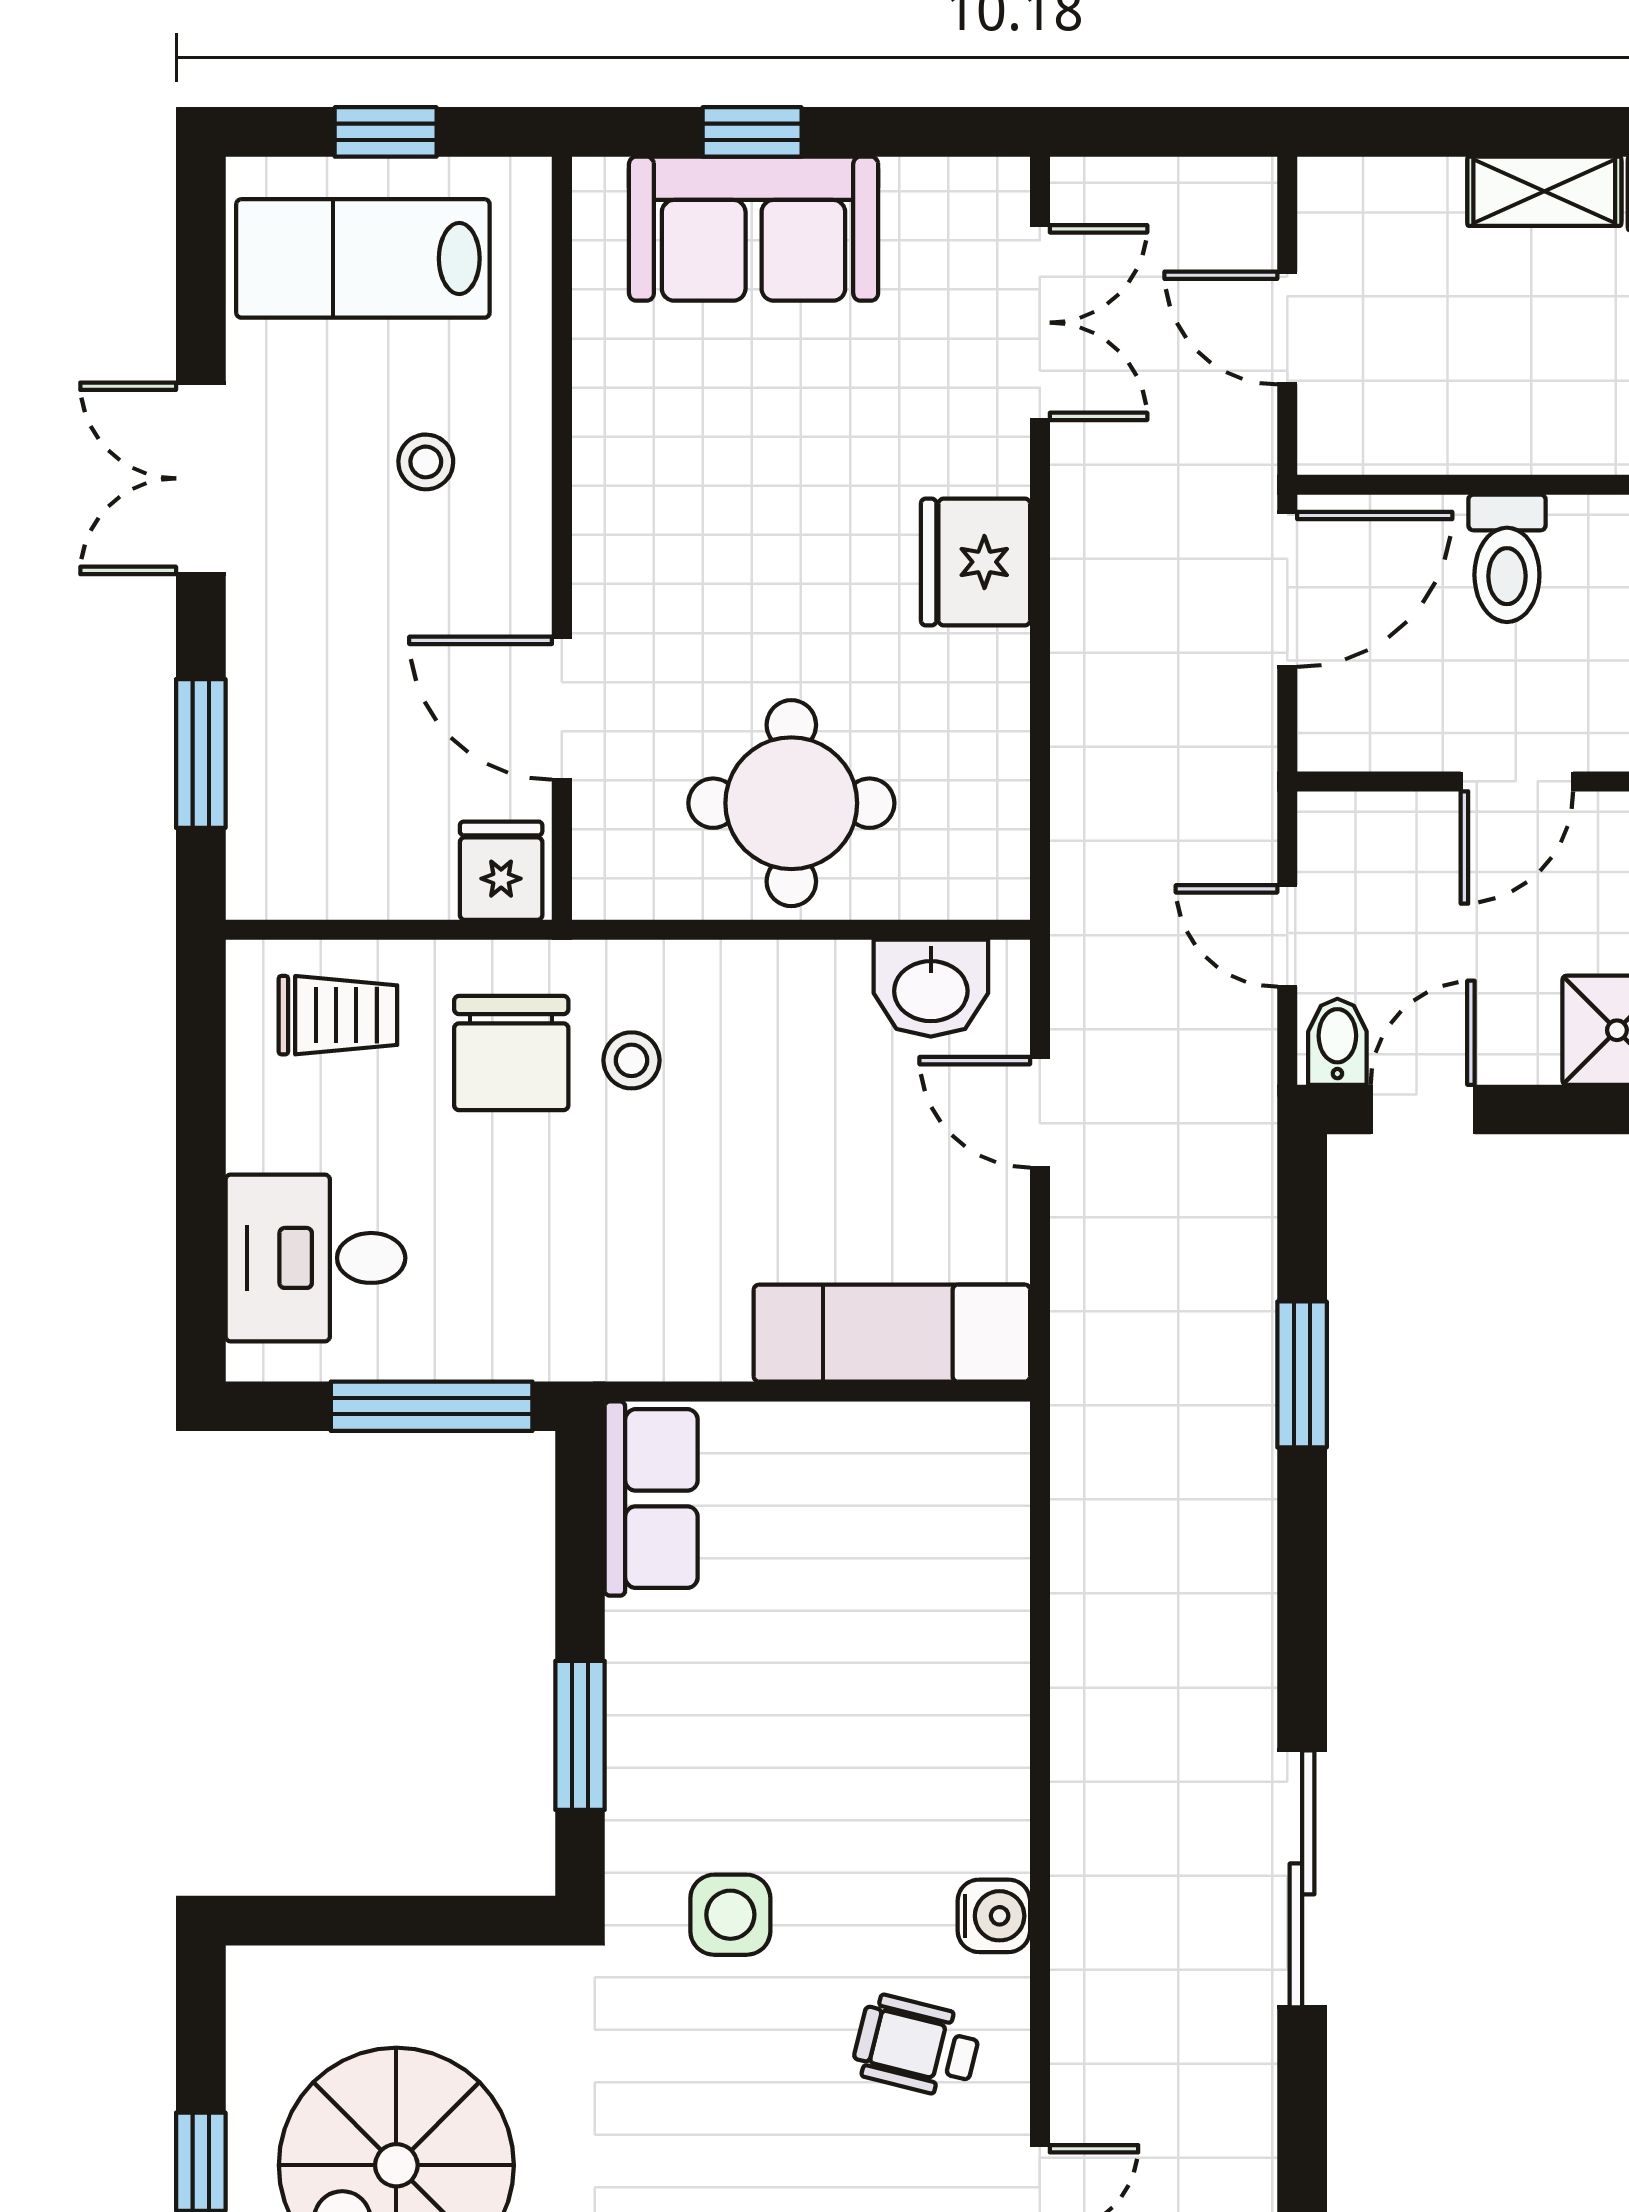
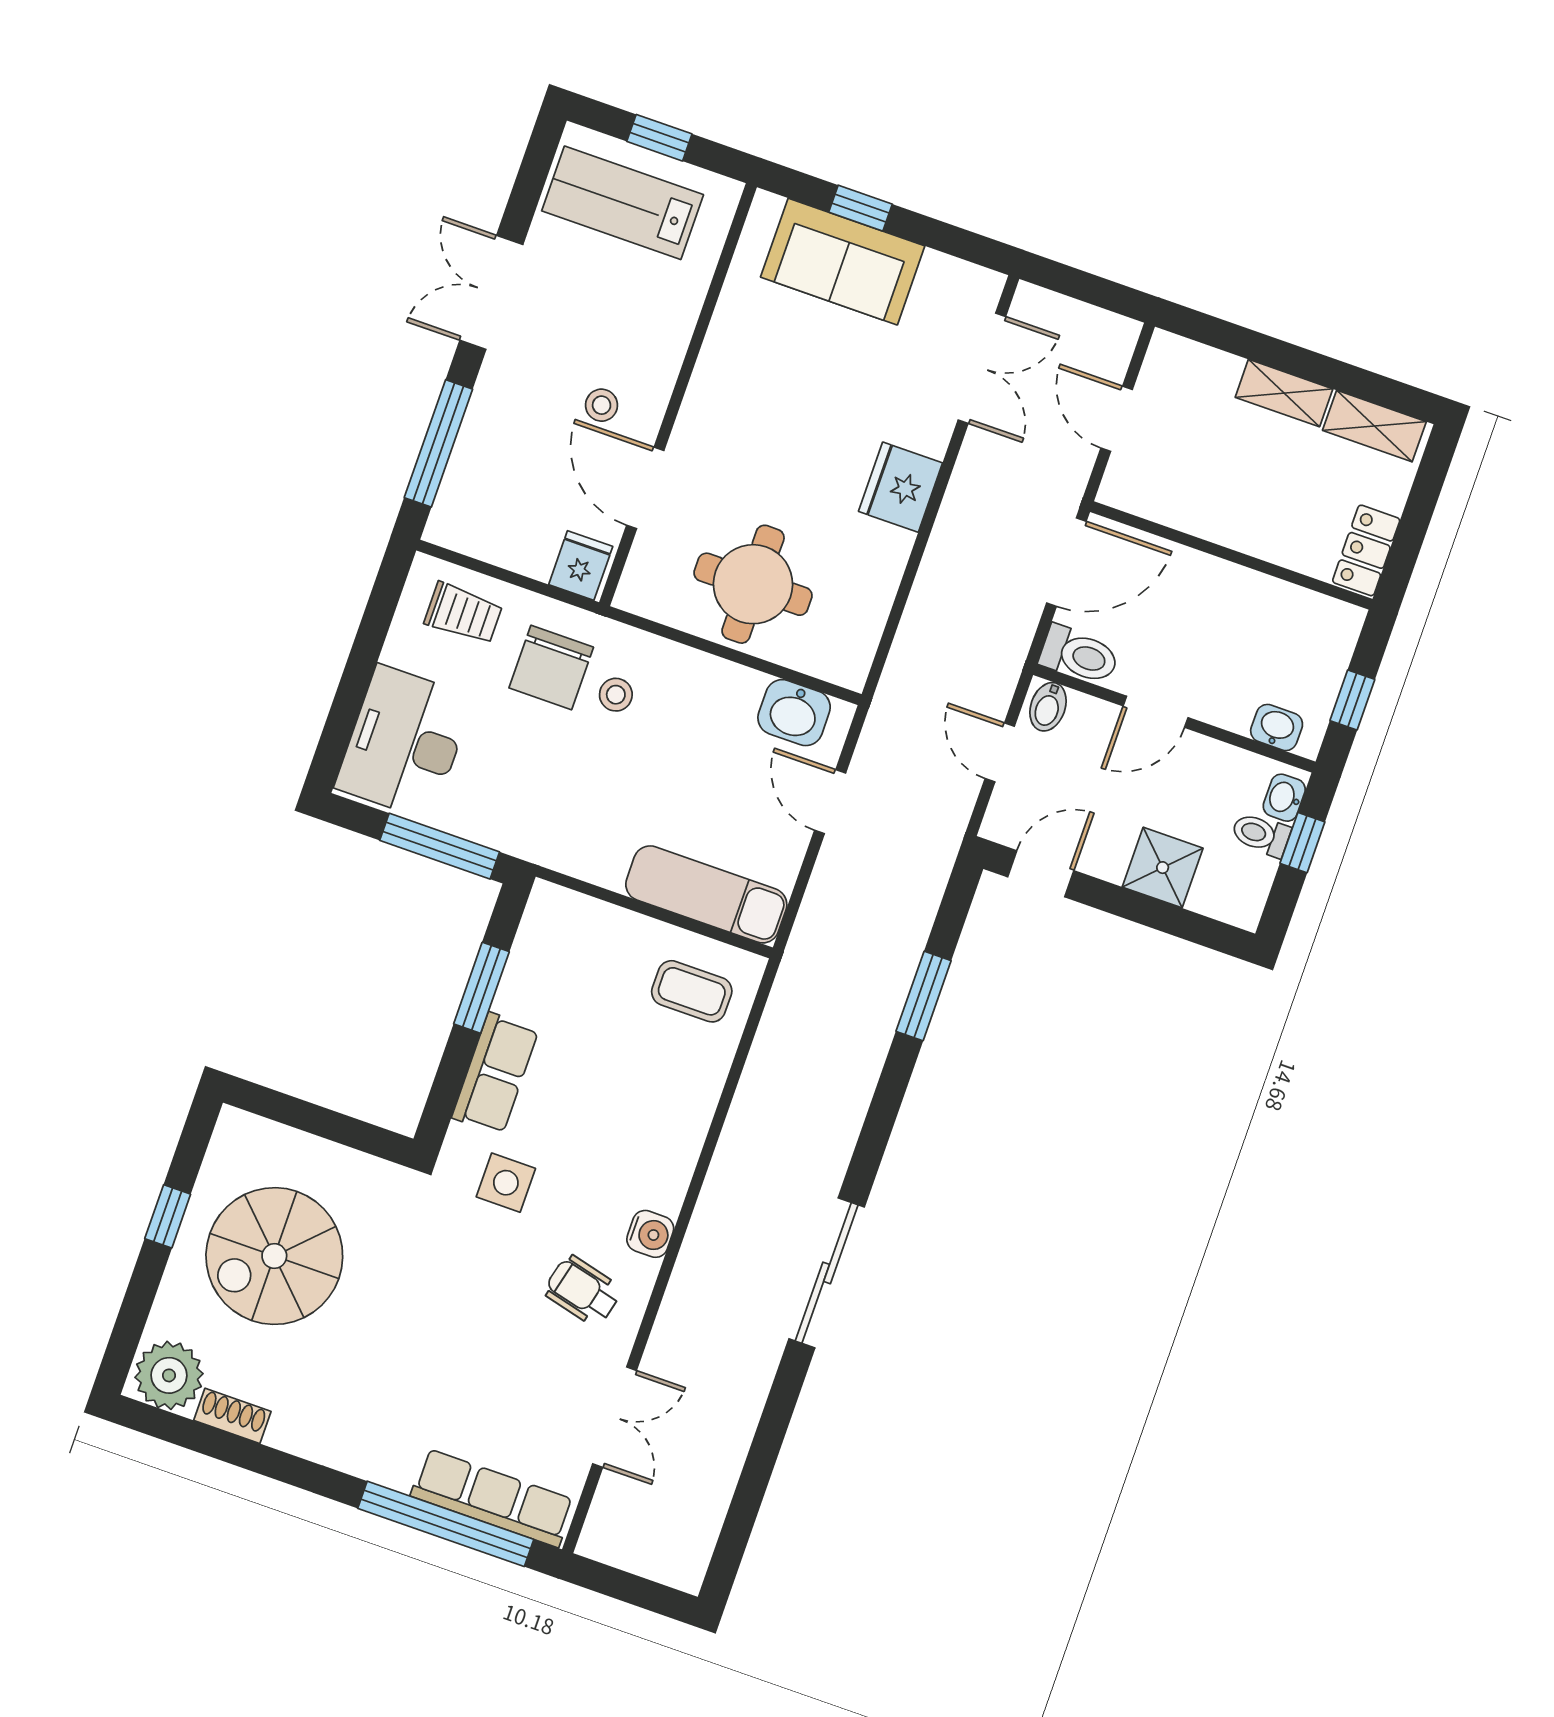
stool: (426, 462) -> (602, 405), moved
toilet: (1507, 558) -> (1079, 655), moved, turned -90
window: (201, 754) -> (438, 443), width x1.44
bidet: (1337, 1042) -> (1048, 707), moved, turned 180
desk: (315, 1258) -> (404, 742), width x1.37
row of seats: (651, 1499) -> (495, 1073), moved
coffee table: (923, 1499) -> (692, 991), added
window: (580, 1735) -> (481, 988), moved

